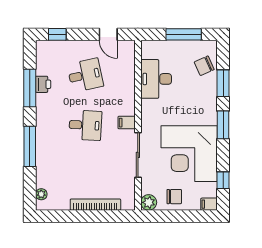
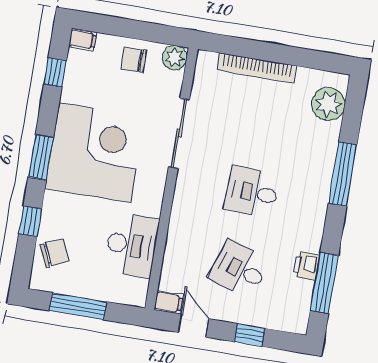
window: (57, 34) -> (250, 335), moved
desk: (85, 75) -> (239, 269), turned 30
window: (223, 83) -> (30, 221), width x0.67
window: (30, 88) -> (324, 283), moved
filing cabinet: (127, 123) -> (169, 302), moved
corner desk: (189, 154) -> (95, 153), moved
plant: (41, 194) -> (328, 104), width x1.87, depth x1.87

